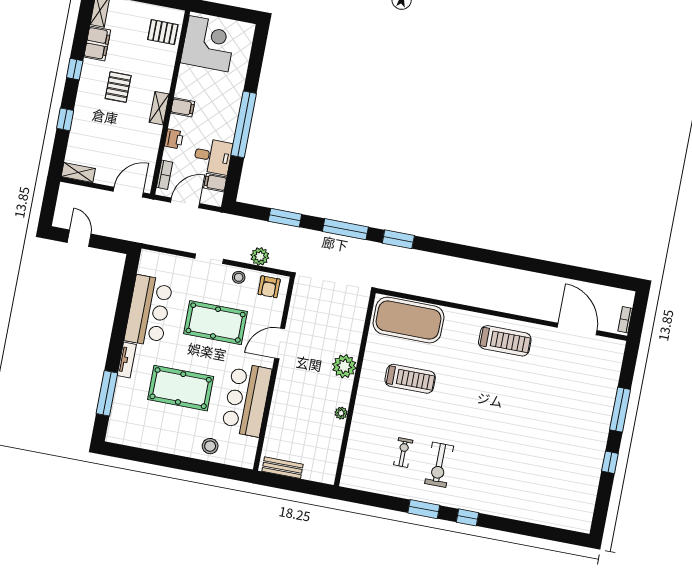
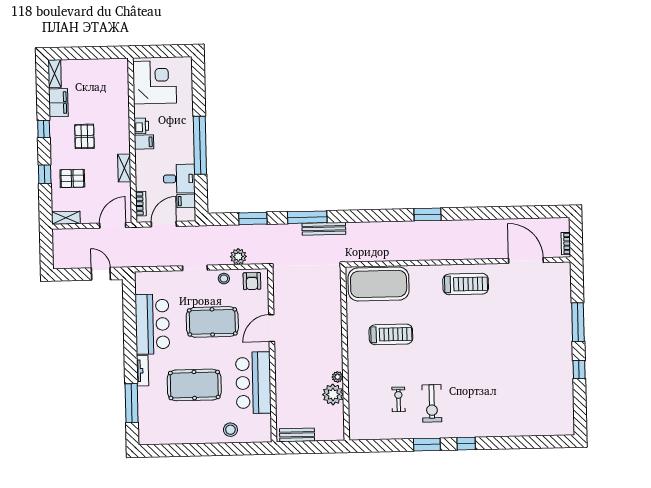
pallet: (163, 32) -> (72, 178), moved
shelving: (159, 108) -> (124, 168), moved
printer: (174, 139) -> (141, 126), moved
door: (79, 238) -> (101, 274), moved
window: (398, 239) -> (428, 214), moved
bench: (361, 246) -> (324, 229), added
plant: (344, 366) -> (333, 394), moved

